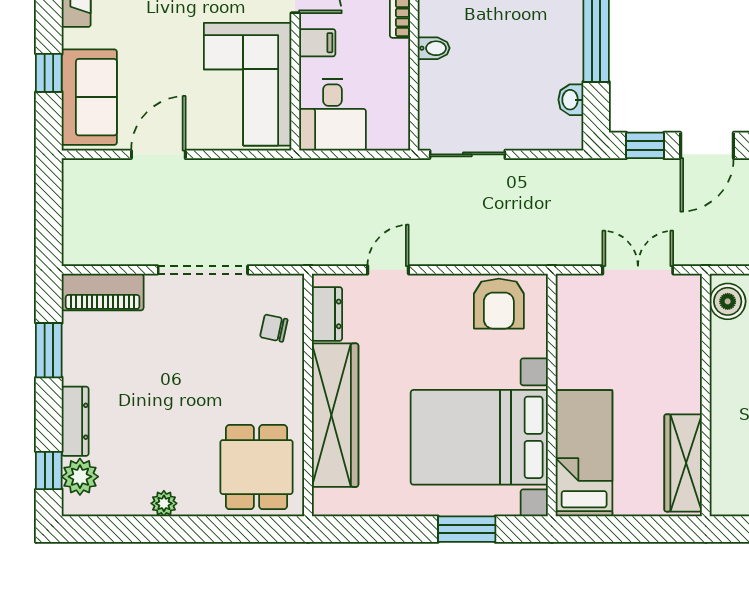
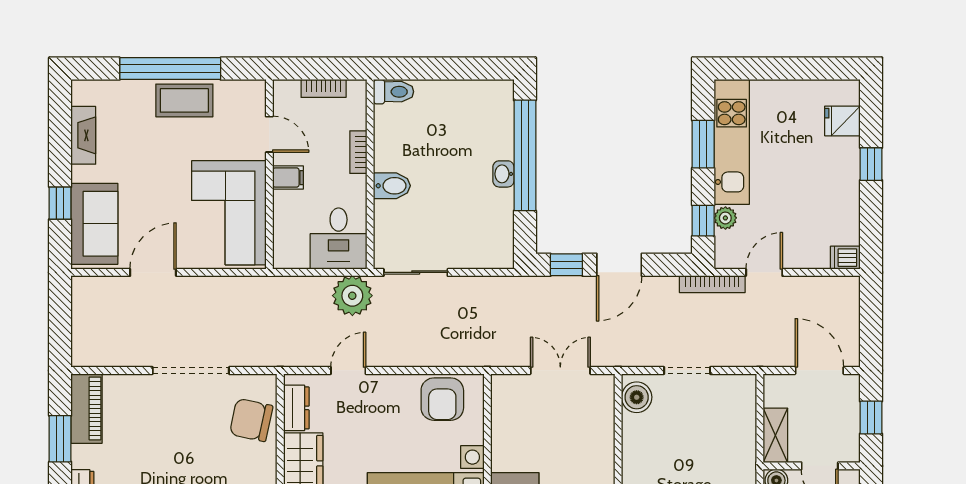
bidet: (434, 48) -> (392, 186), width x1.38, depth x1.36
washbasin: (571, 100) -> (503, 174), moved
desk: (332, 115) -> (339, 239), moved
plant: (393, 182) -> (352, 296), added
piano: (103, 292) -> (87, 409), moved, turned -90
chair: (274, 328) -> (251, 420), width x1.87, depth x1.87

